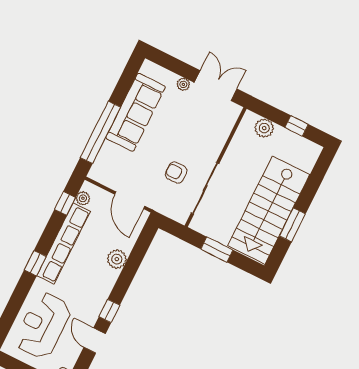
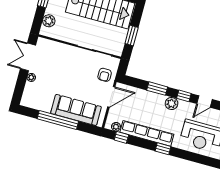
sofa: (136, 112) -> (76, 110), moved
window: (100, 132) -> (58, 120), moved
armchair: (176, 173) -> (105, 75), moved
plant: (117, 259) -> (172, 103), moved
window: (129, 272) -> (157, 89), added

